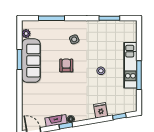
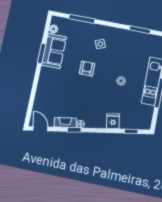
sofa: (31, 61) -> (54, 51), width x0.73

